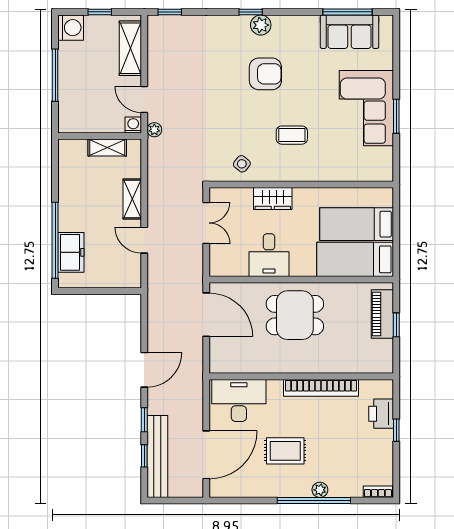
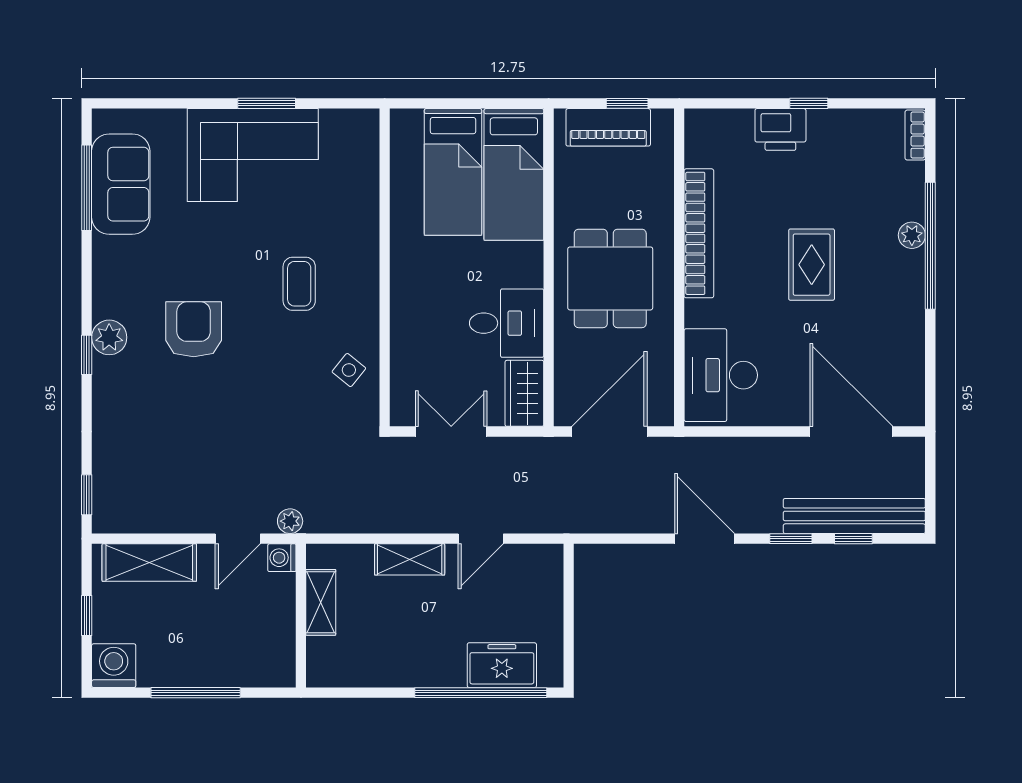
wardrobe: (273, 199) -> (524, 393), moved, turned 180
wall: (301, 376) -> (679, 267), moved
bookcase: (321, 388) -> (699, 233), moved
desk: (239, 400) -> (721, 375), moved
rug: (285, 451) -> (812, 265), moved

